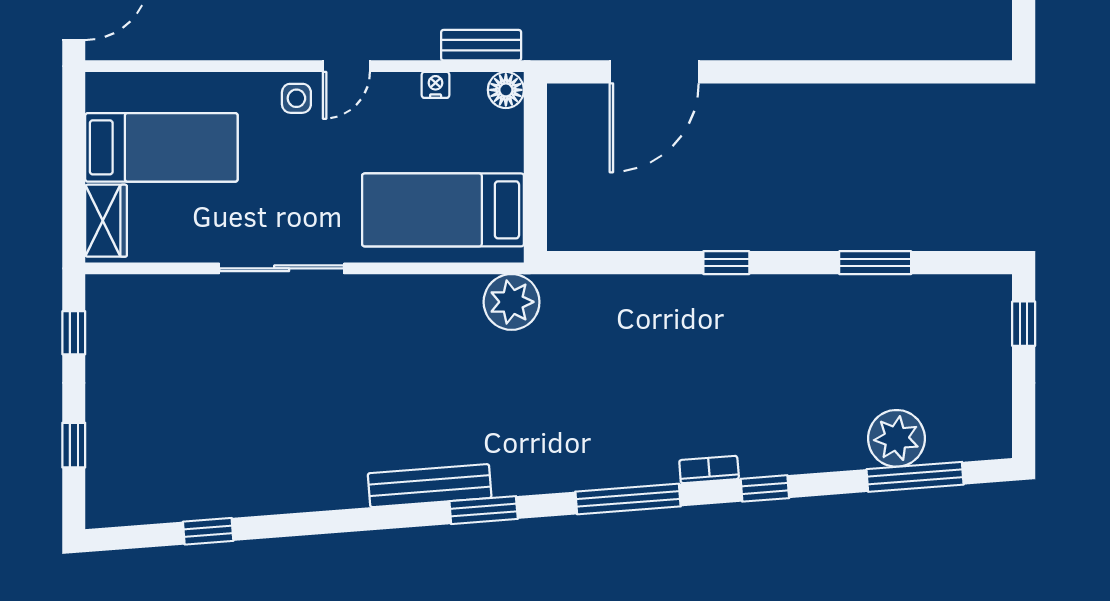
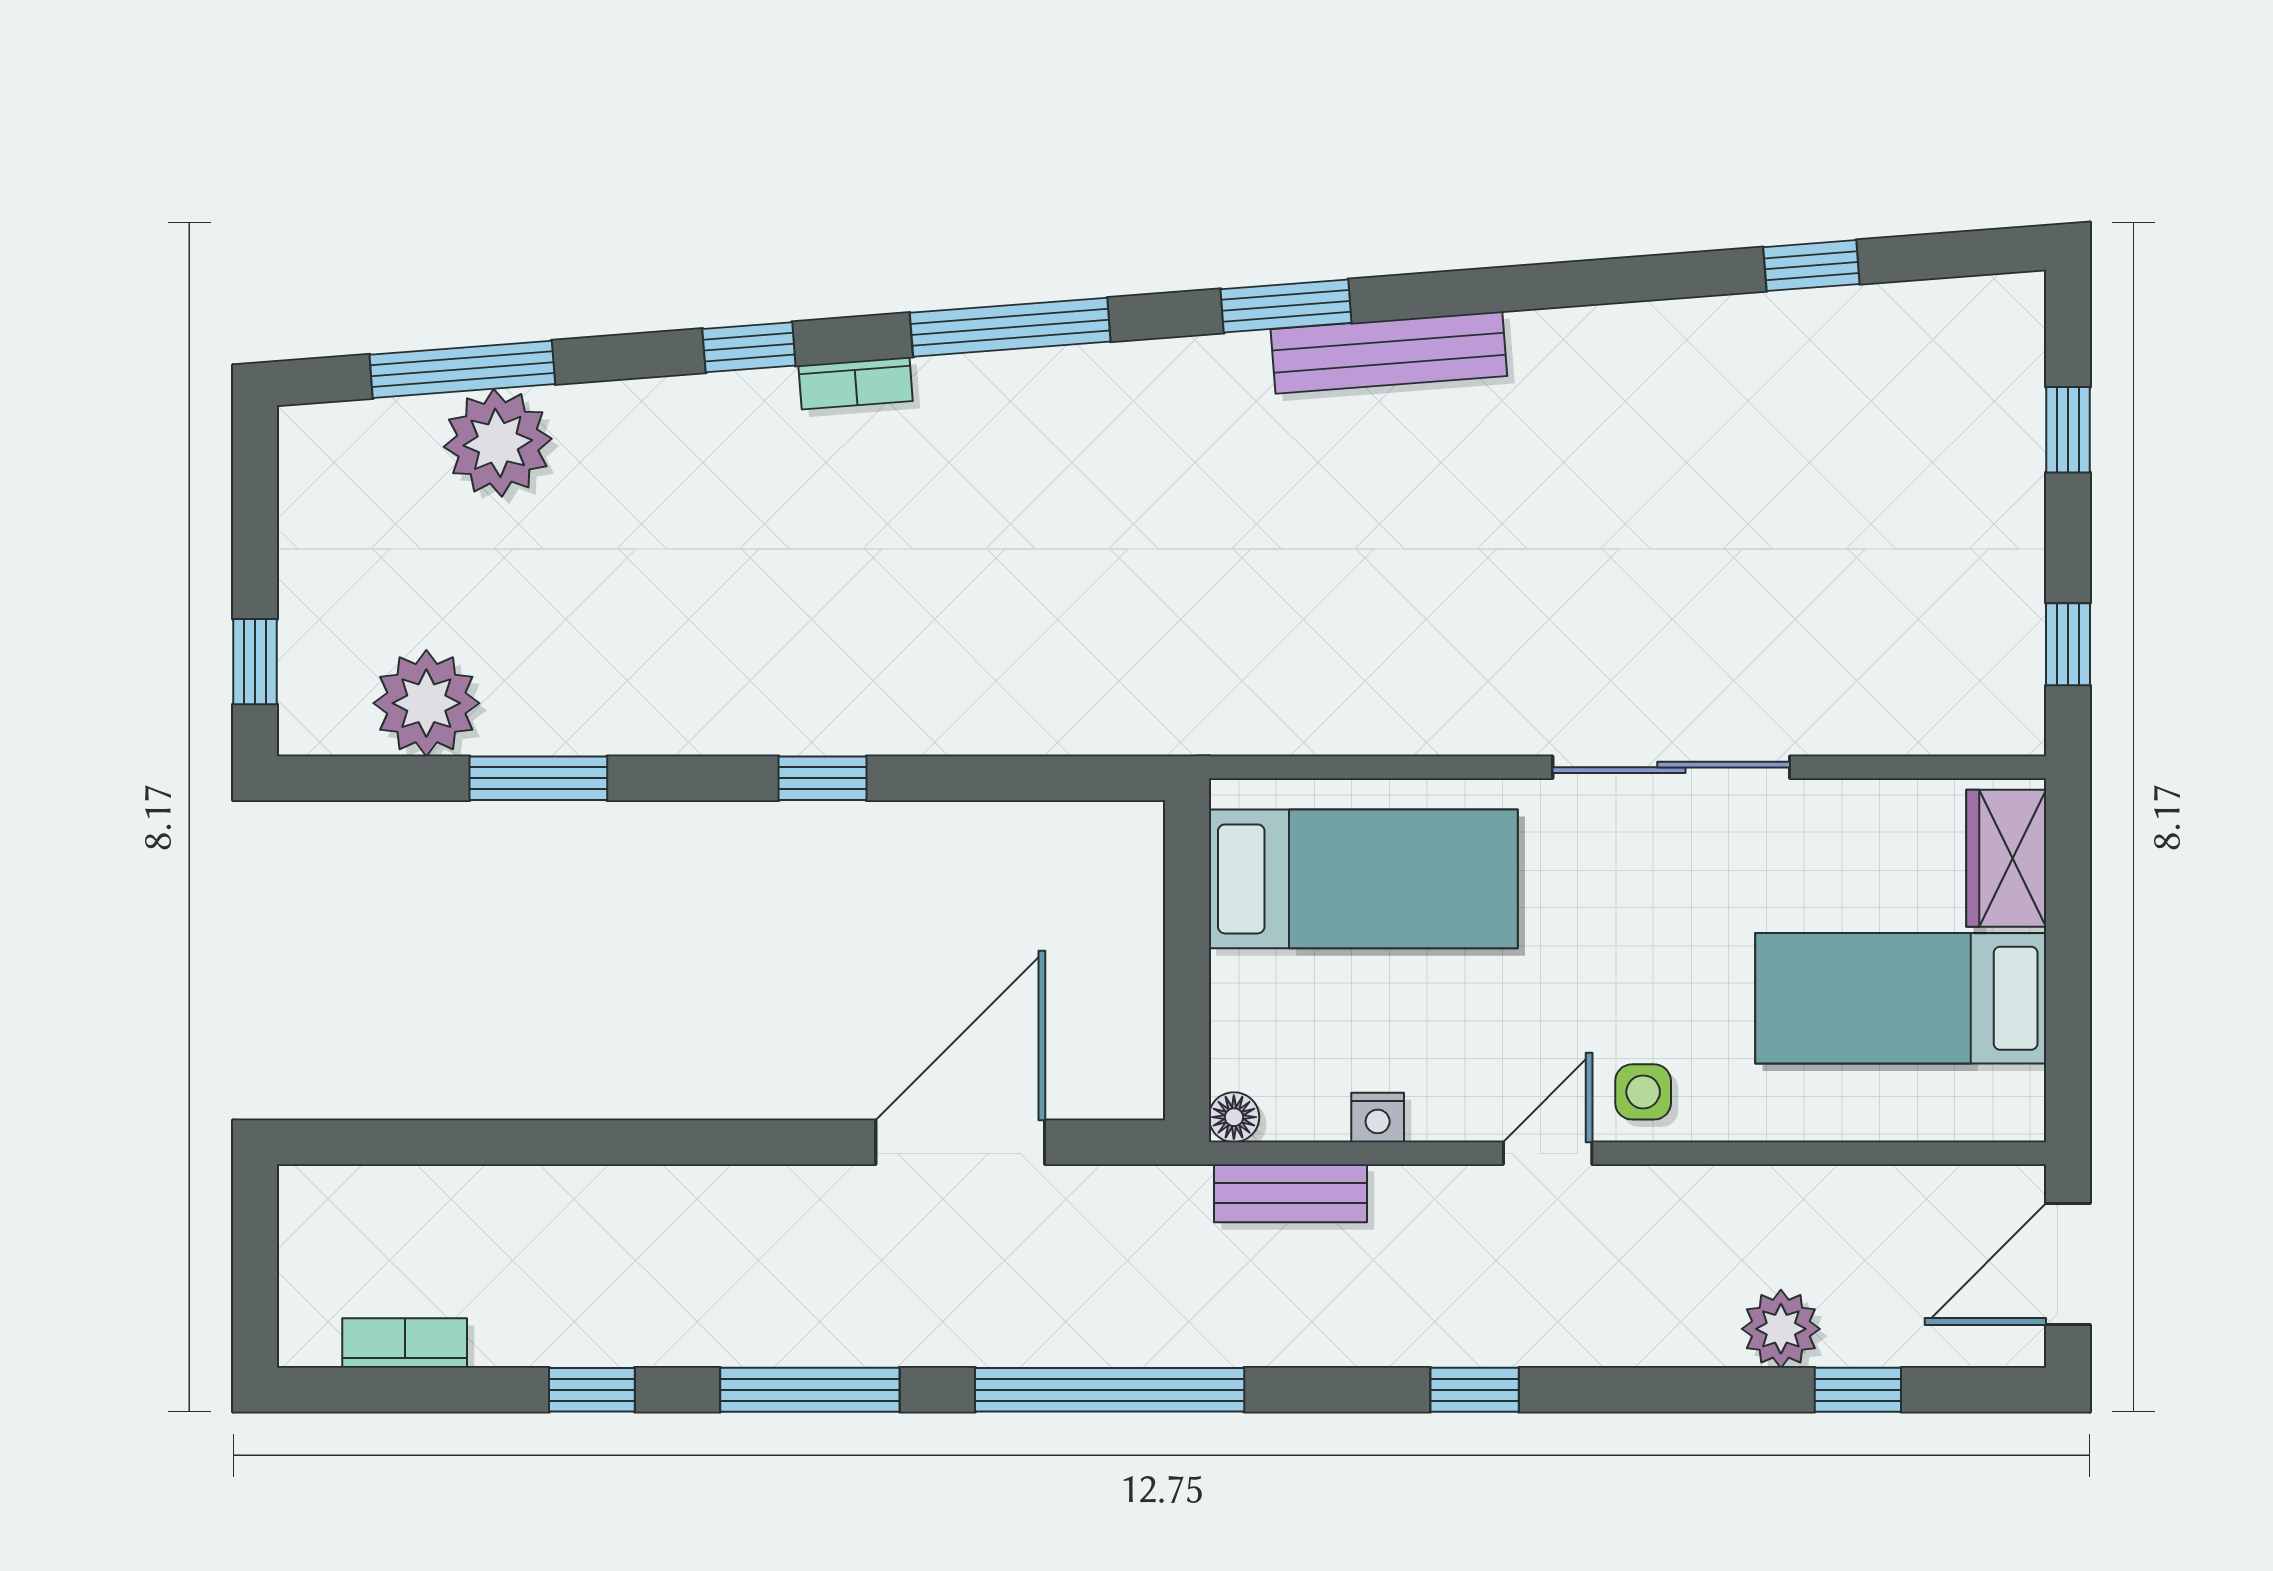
floor lamp: (506, 90) -> (1234, 1117), width x0.73, depth x0.73
plant: (512, 302) -> (426, 703), moved

